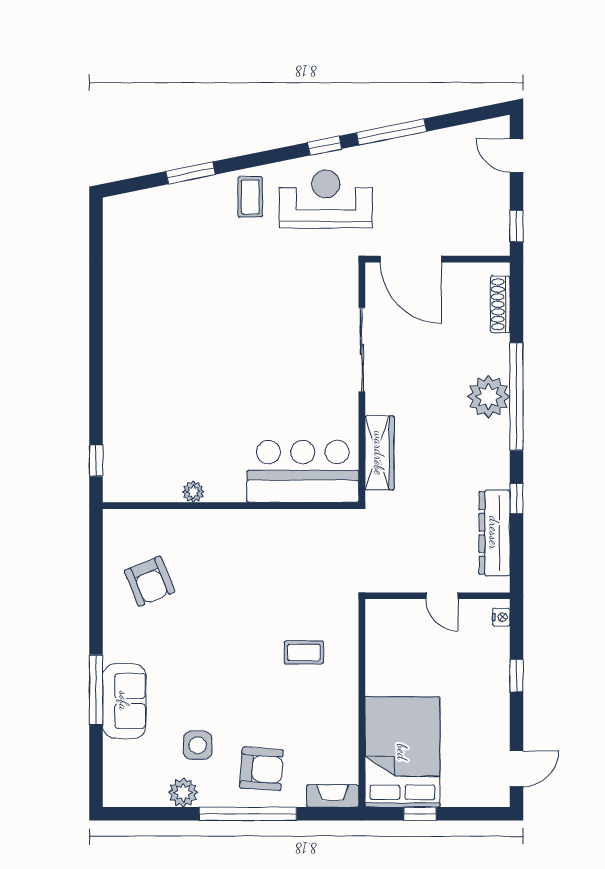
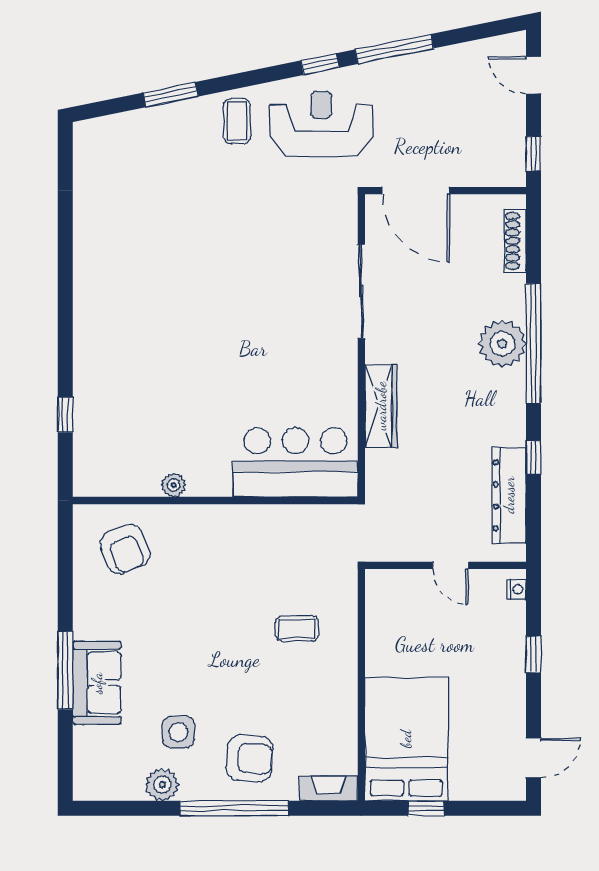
bar counter: (303, 471) -> (295, 462), moved
plant: (193, 492) -> (174, 485), moved
wall: (231, 506) -> (215, 500), moved

